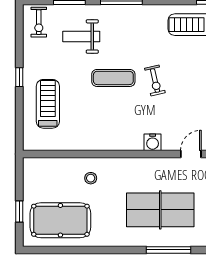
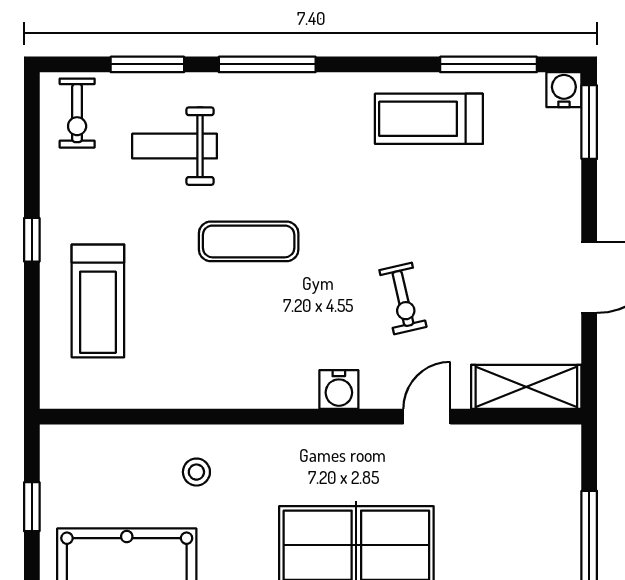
exercise bike: (155, 81) -> (403, 298), moved
treadmill: (48, 104) -> (98, 301), turned 180
window: (19, 212) -> (32, 507), moved

